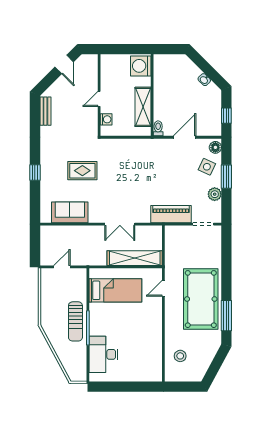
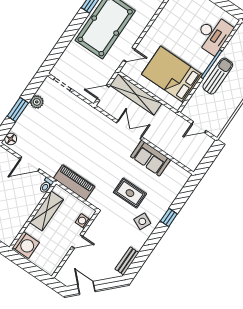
door: (64, 64) -> (86, 288), hinge flipped
side table: (207, 167) -> (142, 221), moved
sofa: (70, 212) -> (151, 158), moved
piano: (171, 214) -> (74, 182), moved, turned 180
door: (163, 240) -> (103, 93), added
bed: (115, 290) -> (172, 74), width x1.50

